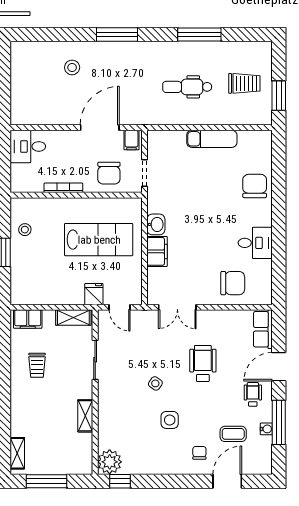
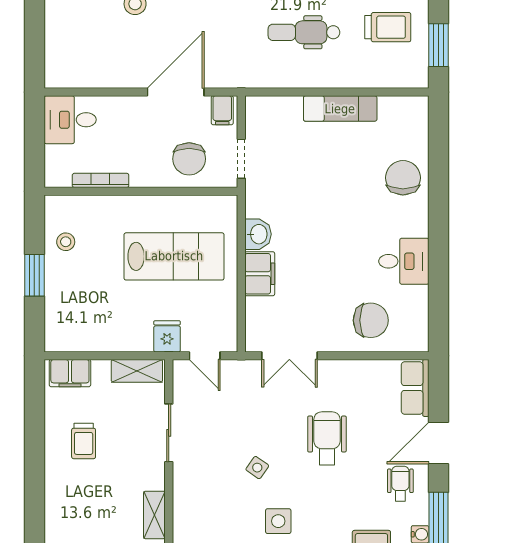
bookcase: (63, 188) -> (101, 180), moved

